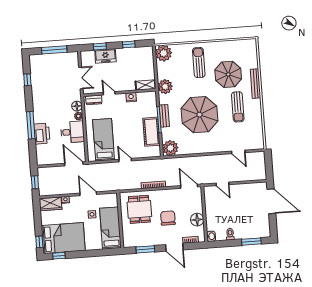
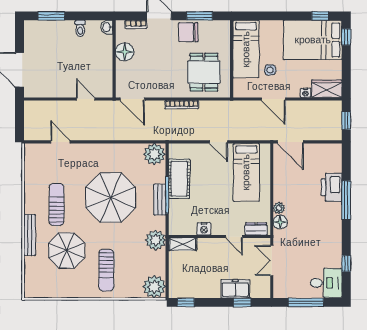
window: (129, 44) -> (186, 302), moved
desk: (72, 132) -> (326, 283), moved, turned 180
chair: (168, 218) -> (188, 32), moved, turned 90

